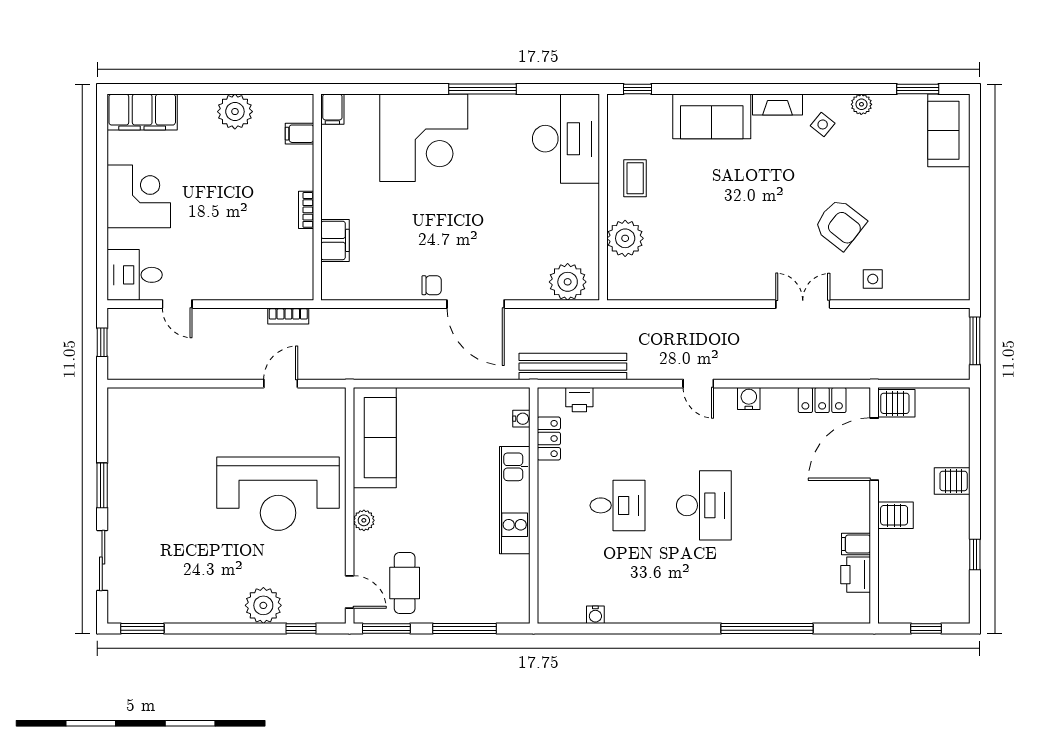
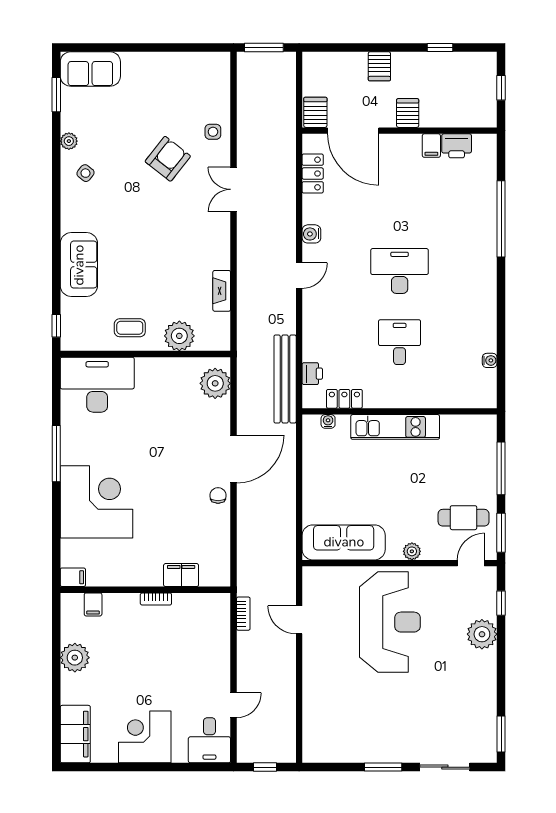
fireplace: (778, 105) -> (222, 291), moved, turned 180

